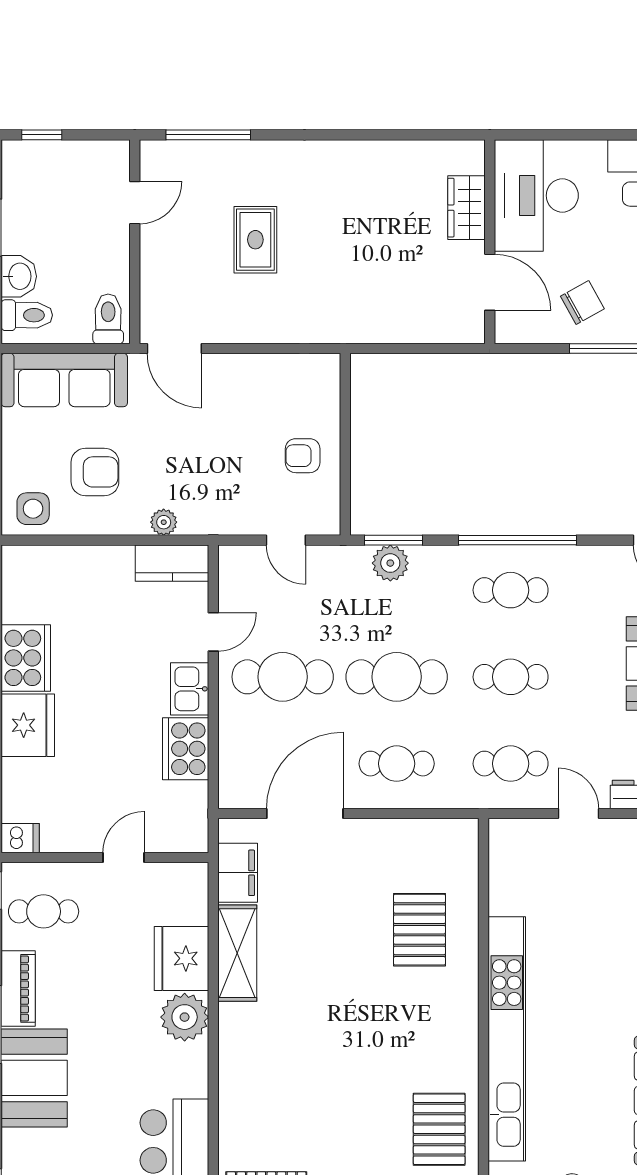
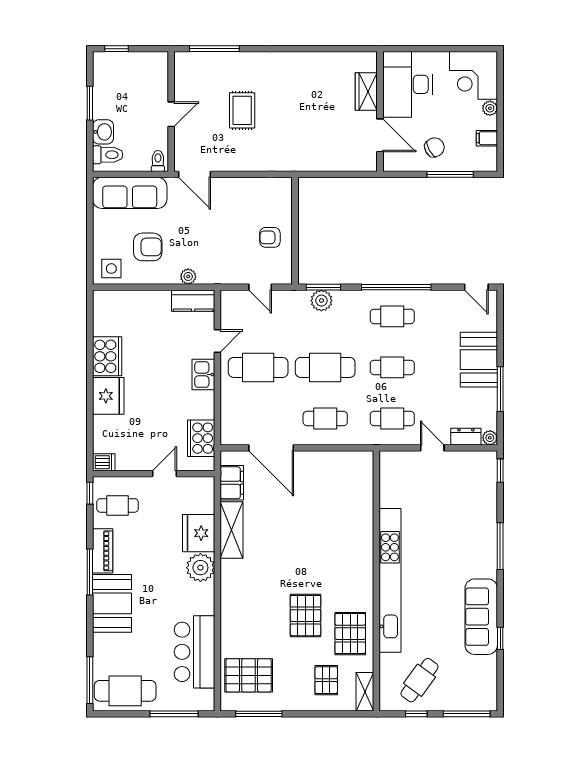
door: (135, 203) -> (171, 114), moved
toilet: (108, 319) -> (158, 161), width x0.73, depth x0.72
cooker: (186, 749) -> (201, 438), moved
door: (305, 813) -> (271, 448), swing flipped
pallet: (419, 930) -> (306, 616), moved

